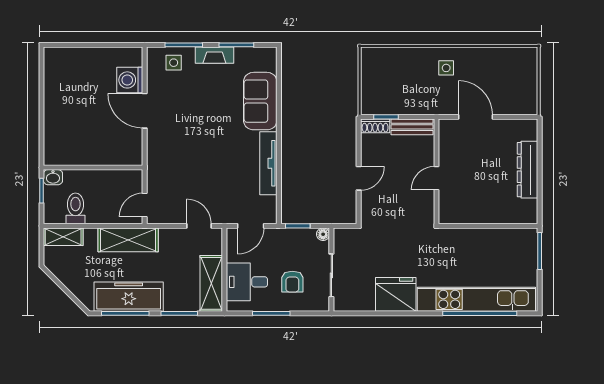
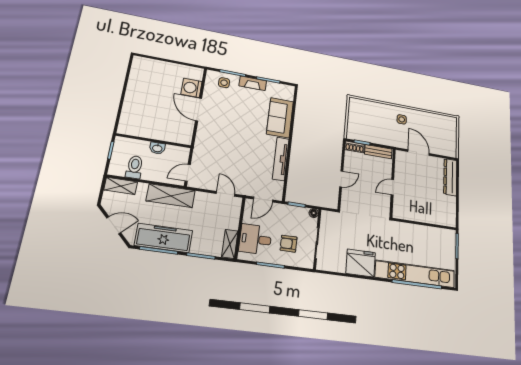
dresser: (528, 170) -> (450, 177), moved
washbasin: (53, 177) -> (157, 148), moved
armchair: (292, 282) -> (289, 244), turned 90
shelving: (211, 283) -> (230, 244), width x0.67, depth x0.75
door: (65, 289) -> (114, 225), added

